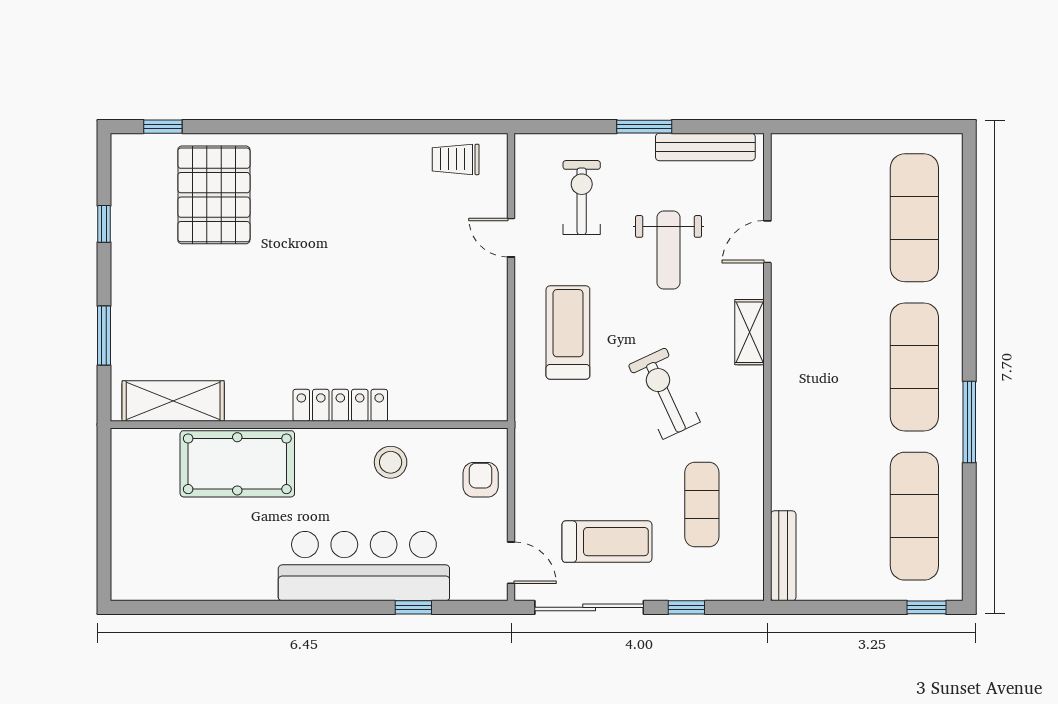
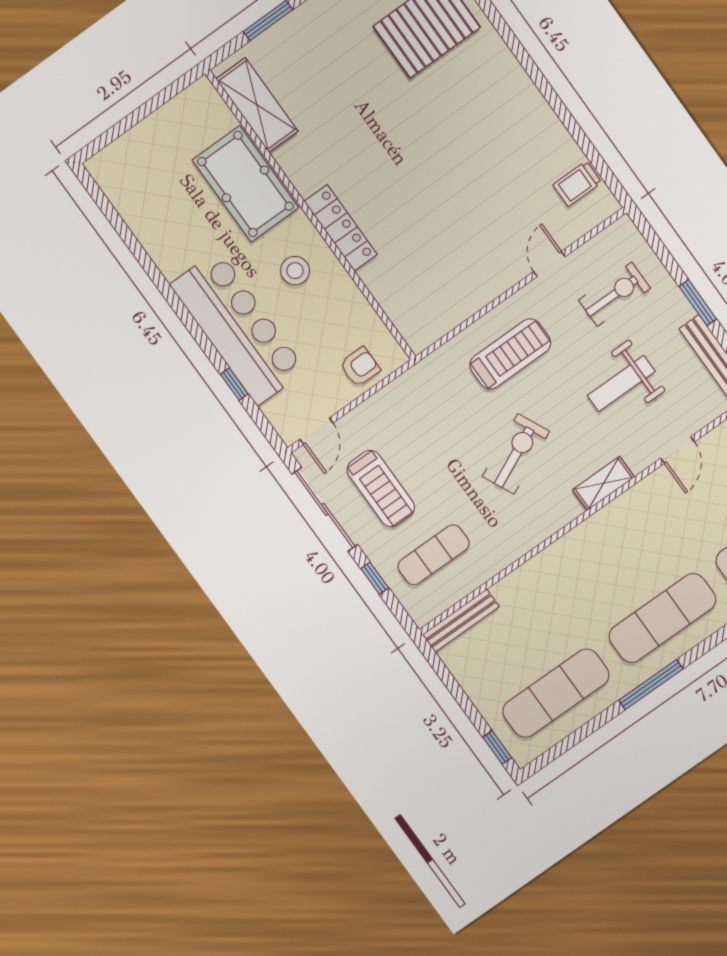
trolley: (456, 159) -> (577, 184), turned -90
door: (767, 242) -> (678, 450), swing flipped
stool: (391, 462) -> (295, 271), moved
exercise mat: (702, 504) -> (434, 555), moved

